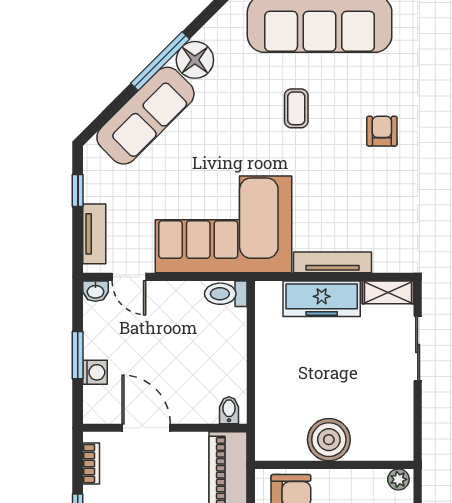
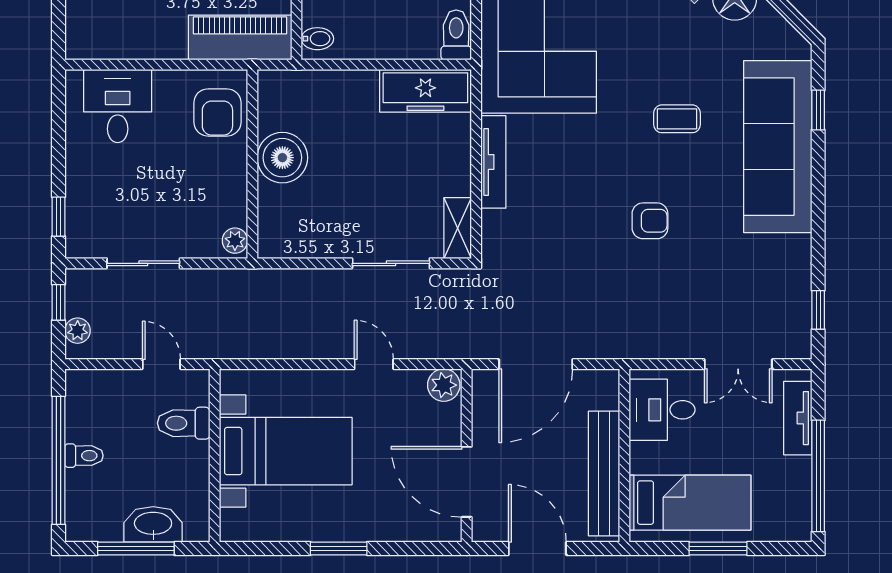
freezer: (322, 299) -> (425, 91), moved, turned -90

